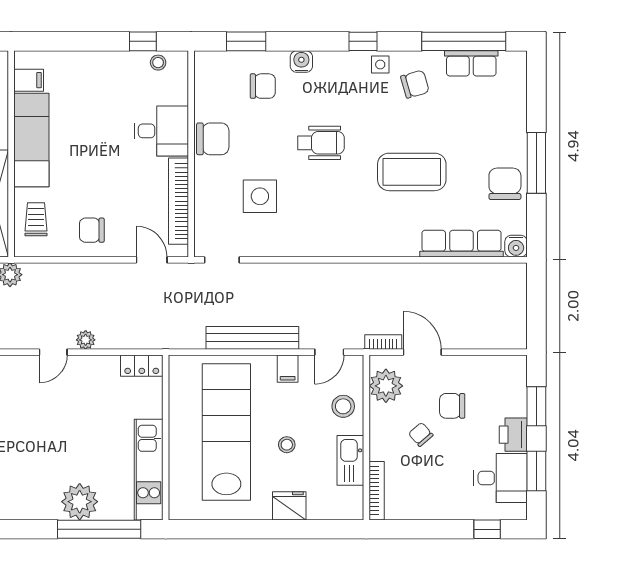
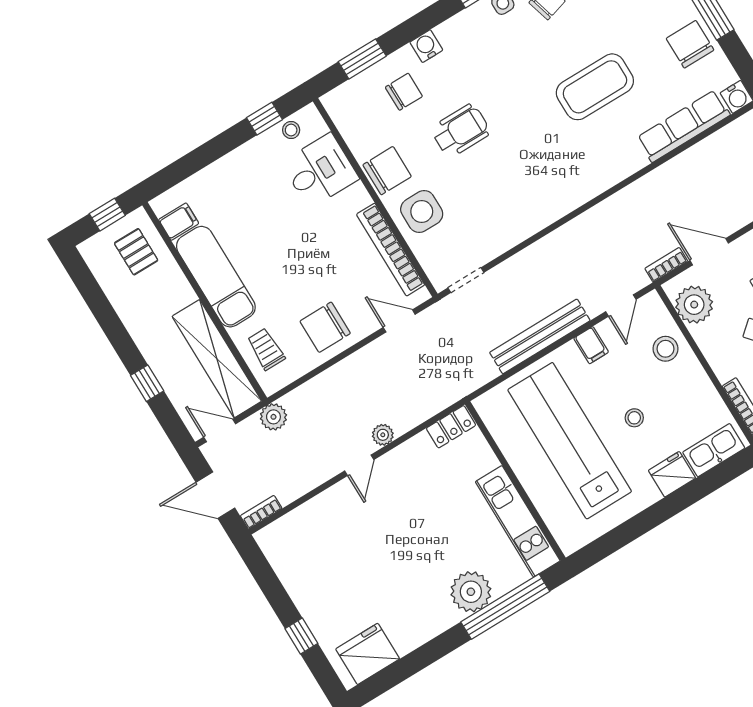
desk: (161, 131) -> (320, 171), moved
wheelchair: (321, 143) -> (461, 131), moved
side table: (260, 196) -> (422, 212), moved
chair: (92, 230) -> (325, 327), width x1.37, depth x1.37
kitchen sink: (350, 460) -> (714, 450), moved, turned 90

